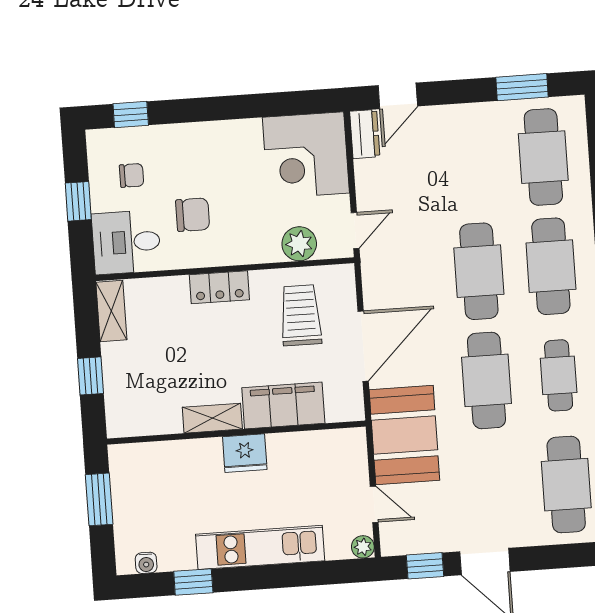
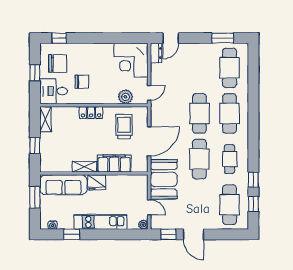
chair: (132, 175) -> (58, 63), width x1.87, depth x1.87
sofa: (165, 465) -> (63, 185), added

